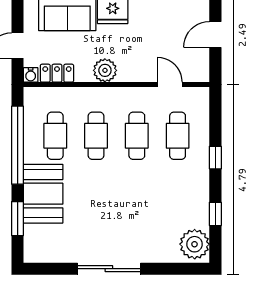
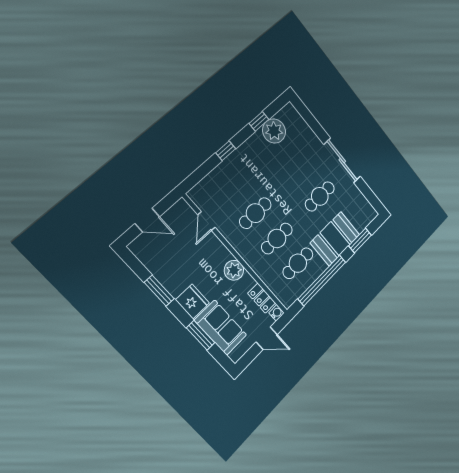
cafe table: (178, 136) -> (320, 196), moved
plant: (195, 244) -> (274, 131), moved

